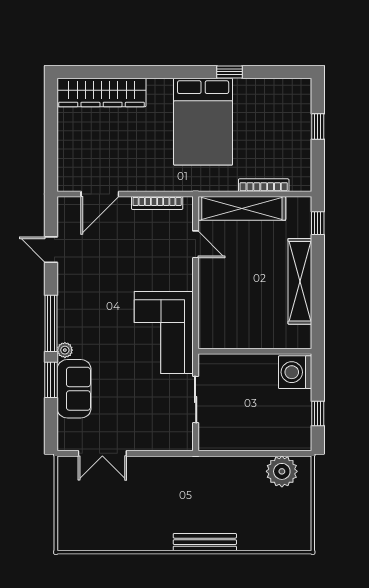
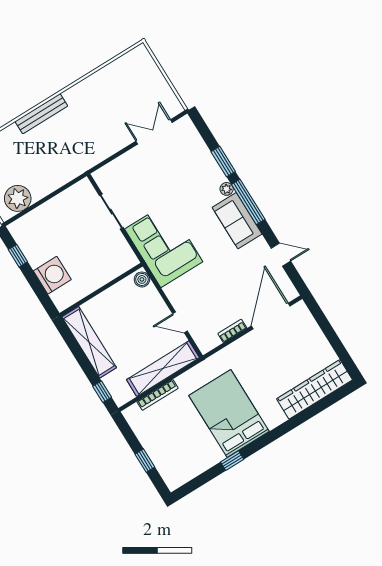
door: (100, 194) -> (271, 316), width x1.36
bookcase: (157, 203) -> (232, 331), width x0.64
boiler: (207, 312) -> (142, 279), added
wall: (255, 351) -> (101, 290), moved
sofa: (74, 389) -> (237, 221), moved

